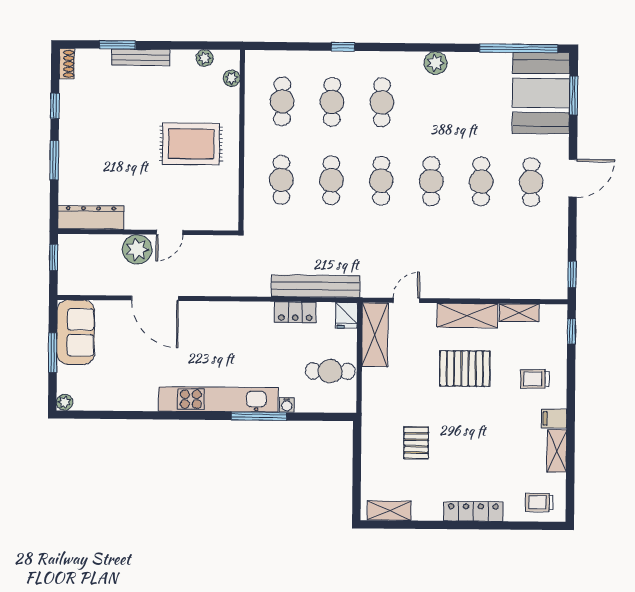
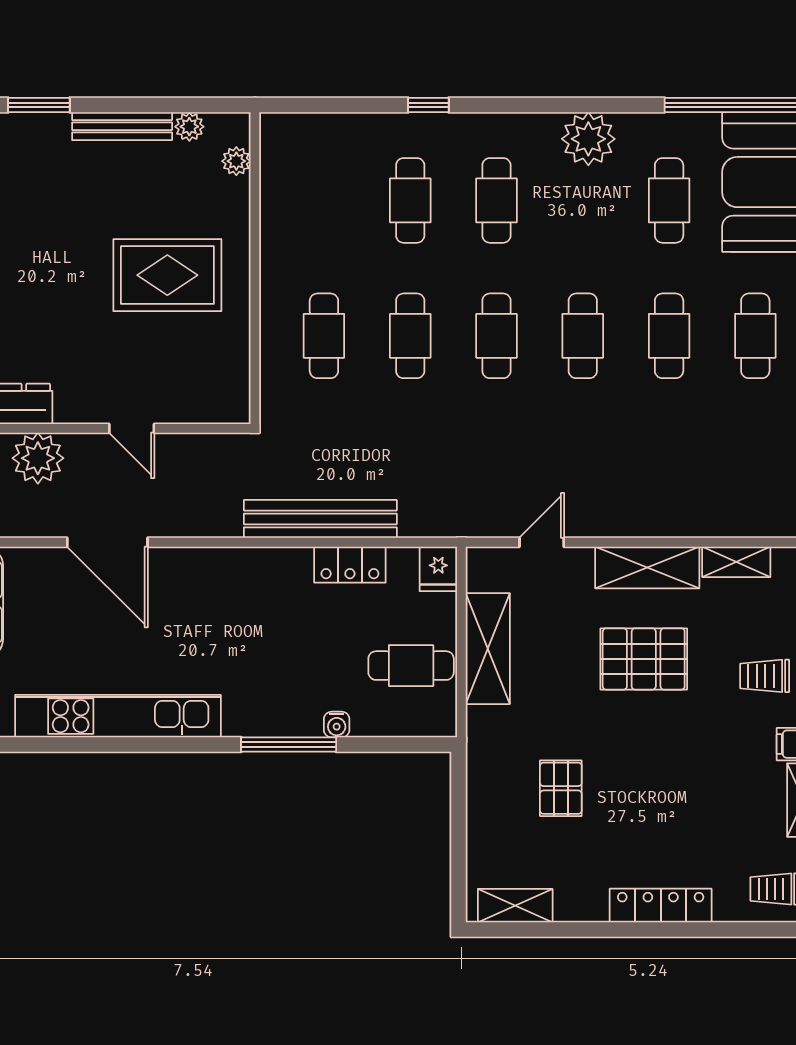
bench: (141, 57) -> (122, 126), moved
plant: (435, 63) -> (588, 139), width x1.36, depth x1.36
cafe table: (282, 101) -> (669, 200), moved
door: (170, 232) -> (132, 428), hinge flipped
plant: (137, 249) -> (38, 458), moved
bench: (316, 286) -> (320, 519), moved
shelving: (375, 335) -> (488, 649), moved
kitchen unit: (218, 399) -> (118, 716), moved

